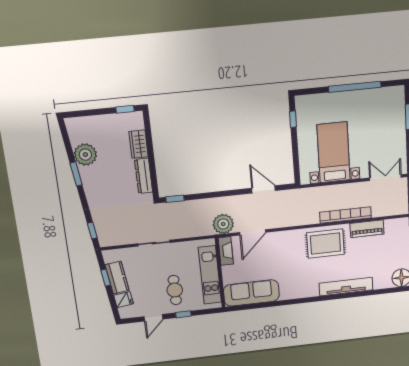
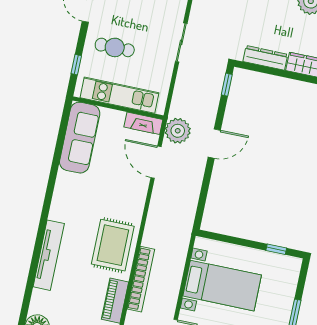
door: (263, 189) -> (214, 144), moved
window: (183, 314) -> (76, 65), moved

